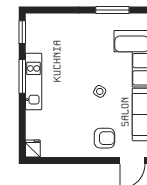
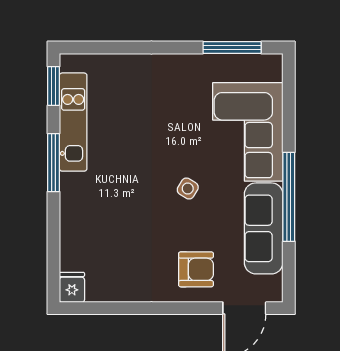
window: (112, 10) -> (232, 48), moved
kitchen unit: (34, 81) -> (73, 122), moved

